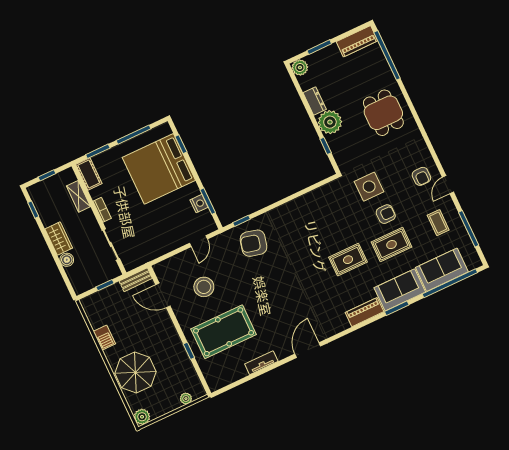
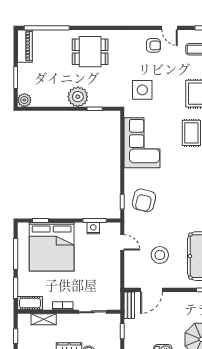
dresser: (315, 101) -> (56, 101), removed
corner sofa: (313, 213) -> (142, 143), added
armchair: (386, 214) -> (170, 87), removed

